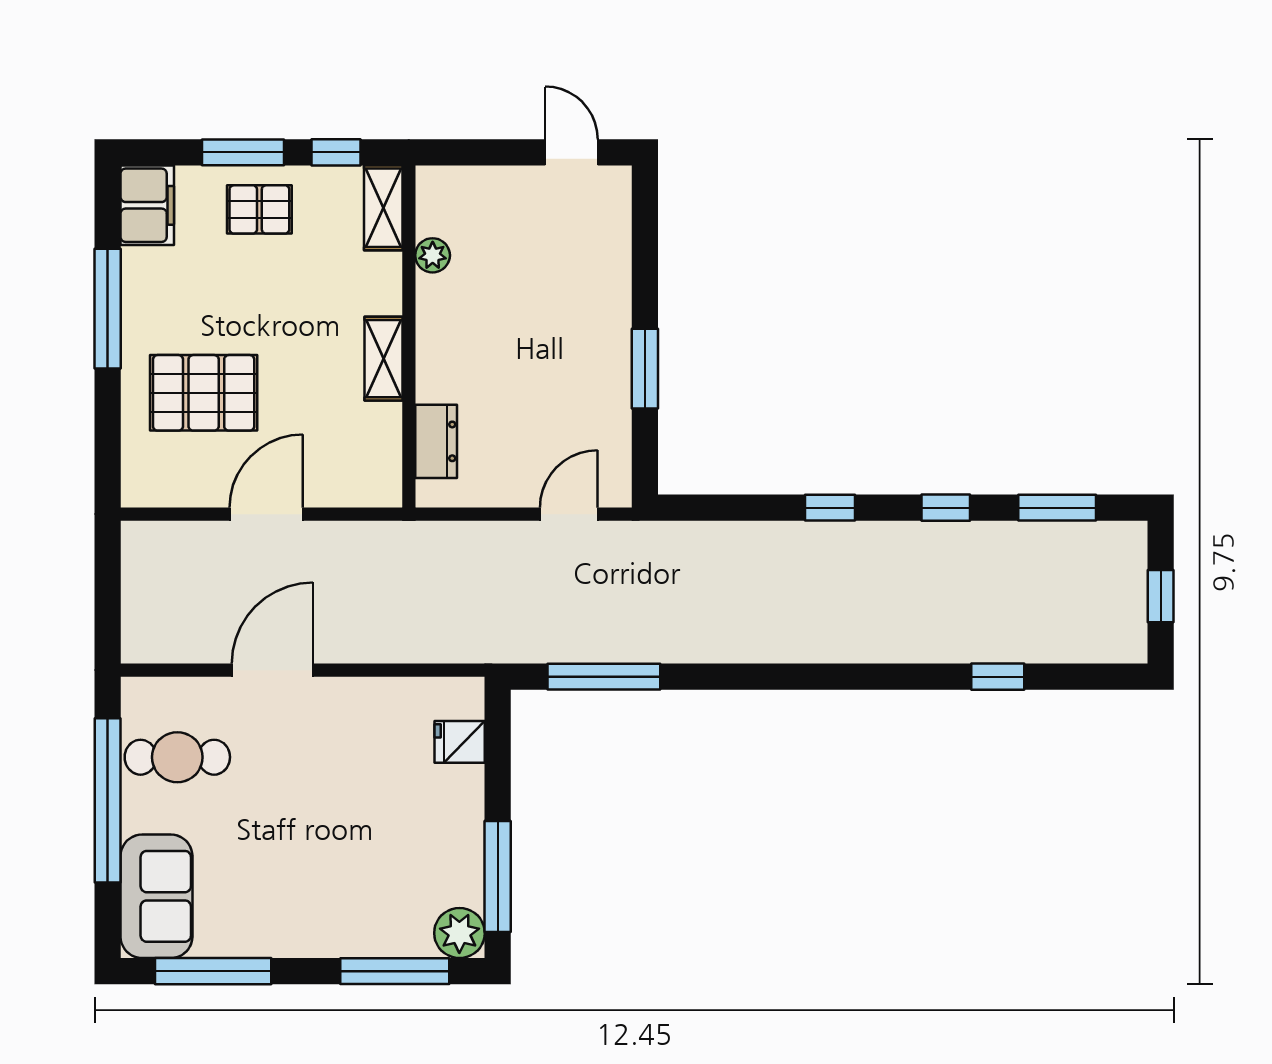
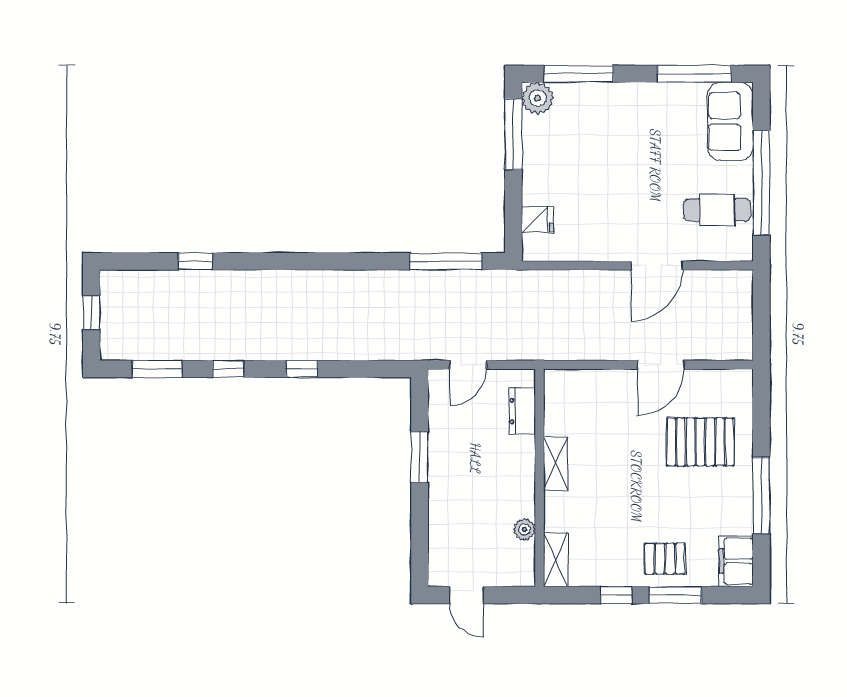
shelving: (383, 208) -> (556, 560), moved
plant: (433, 255) -> (524, 529), moved
wall: (409, 336) -> (540, 478), moved
shelving: (383, 359) -> (556, 464), moved
dresser: (436, 441) -> (522, 411), moved

